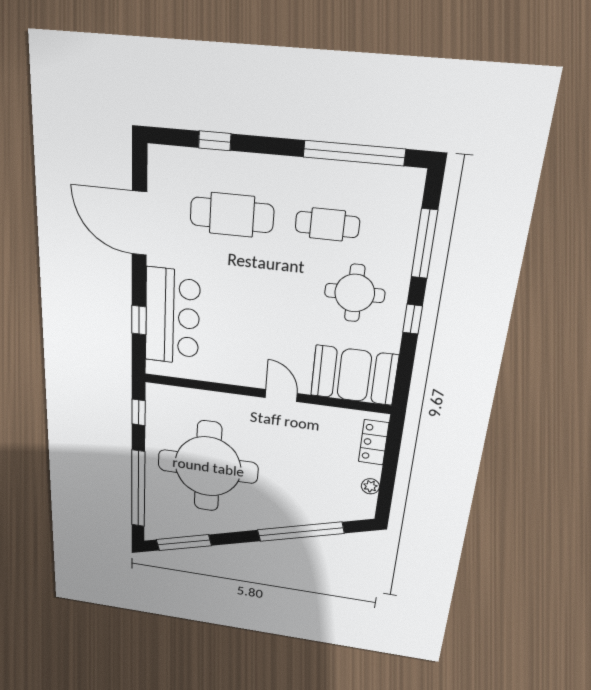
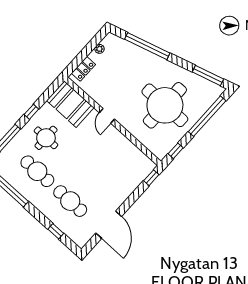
cafe table: (327, 224) -> (37, 171), width x1.37, depth x1.35
bar counter: (172, 317) -> (126, 180), removed
window: (139, 320) -> (151, 178), moved

